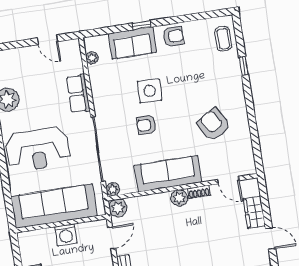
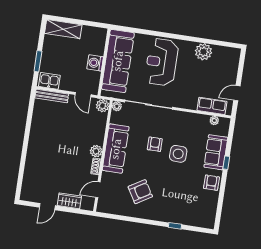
armchair: (173, 36) -> (211, 183), turned 180
coffee table: (223, 39) -> (199, 217), removed
row of seats: (78, 94) -> (212, 106), moved

